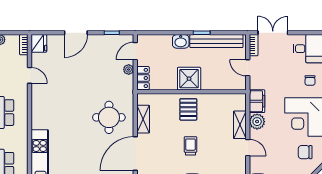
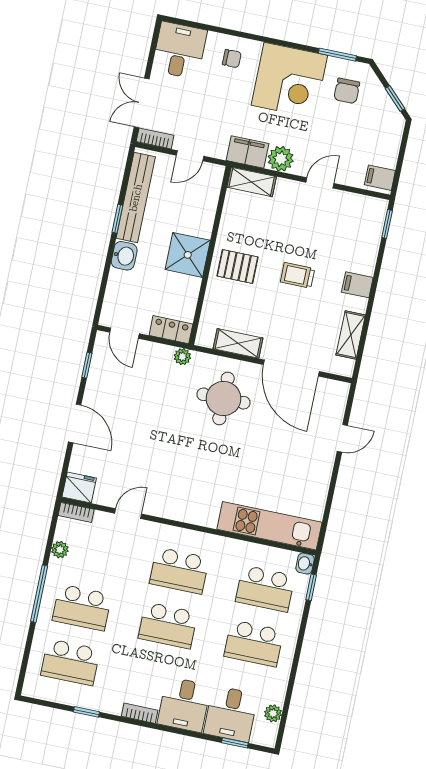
plant: (129, 69) -> (182, 357), moved
shelving: (240, 125) -> (252, 182), moved

